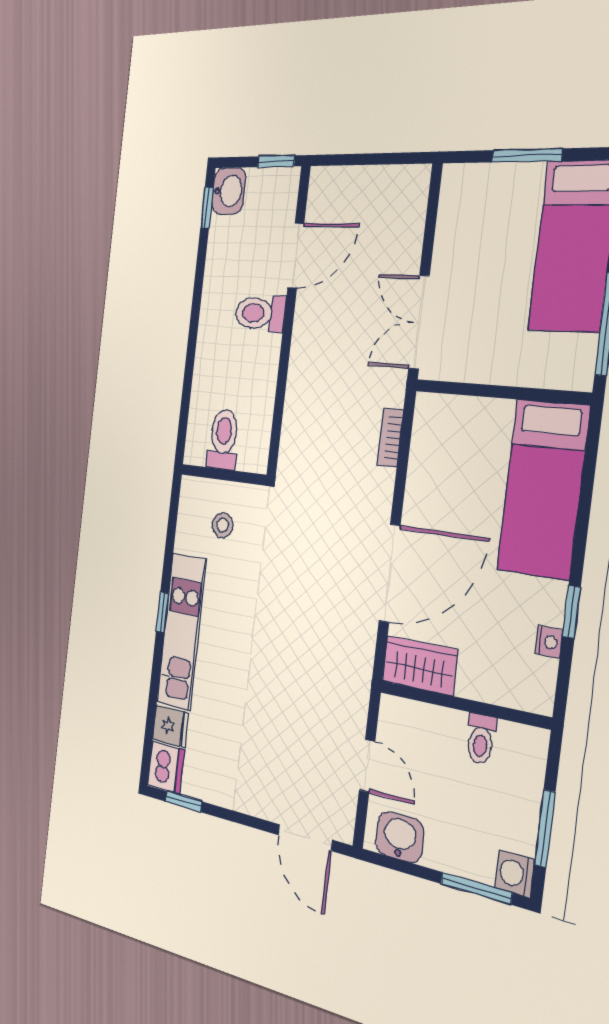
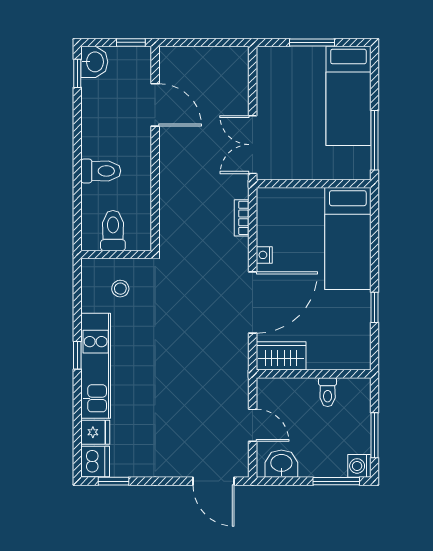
door: (296, 256) -> (155, 105), hinge flipped
toilet: (260, 313) -> (101, 171), moved, turned 180
nightstand: (549, 642) -> (264, 255), moved, turned 180

